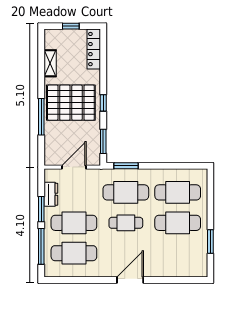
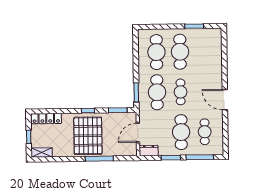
shelving: (50, 63) -> (42, 153), moved
door: (74, 167) -> (138, 133), hinge flipped
dresser: (51, 194) -> (149, 150), moved
cafe table: (74, 253) -> (205, 132), width x0.73, depth x0.74
door: (130, 280) -> (225, 100), moved

